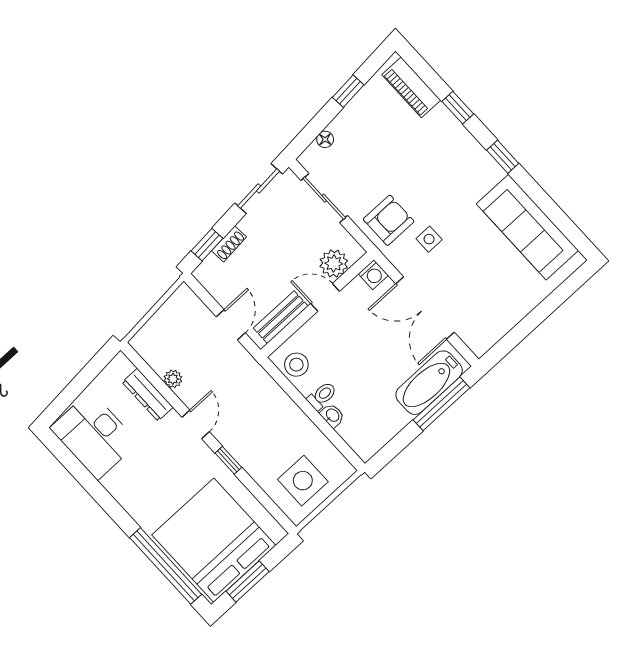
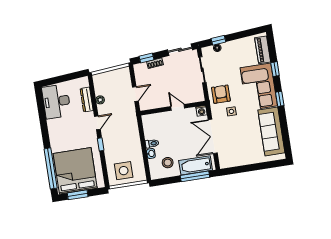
window: (348, 91) -> (218, 40), moved
corner sofa: (449, 160) -> (259, 87), added
armchair: (389, 220) -> (221, 94), turned -90
plant: (334, 263) -> (190, 97), removed
bench: (281, 317) -> (156, 104), removed
stool: (296, 365) -> (168, 163), moved

